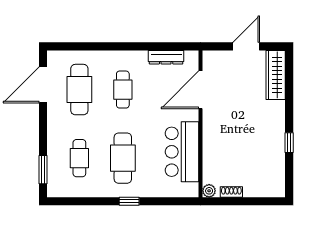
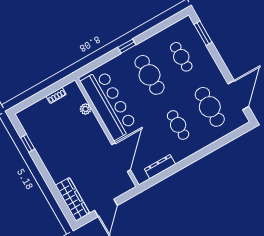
window: (289, 143) -> (28, 143), moved
bar counter: (182, 152) -> (109, 104), width x1.36
plant: (209, 191) -> (85, 109), moved

